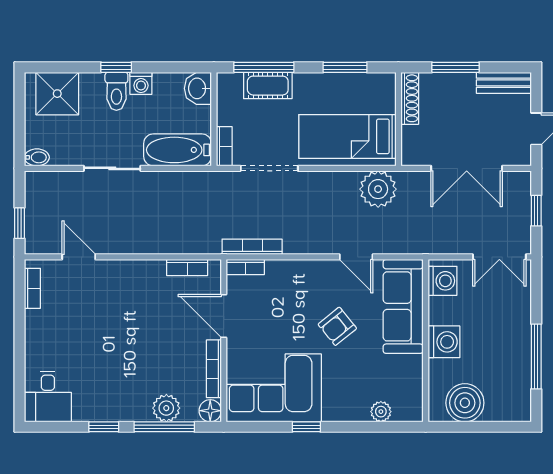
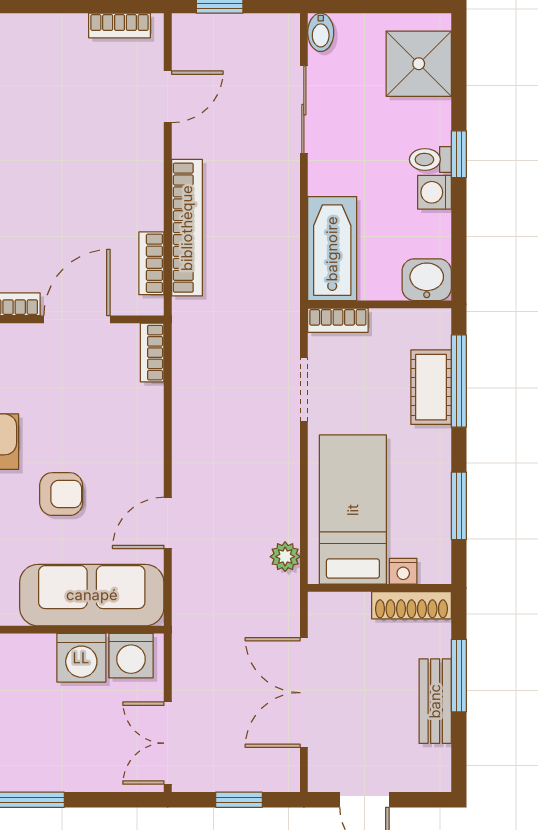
bench: (504, 83) -> (435, 701), moved
toilet: (116, 91) -> (430, 159), width x0.73, depth x0.72
nightstand: (388, 104) -> (403, 571), added
sliding door: (112, 168) -> (304, 110), moved
doorway: (269, 168) -> (304, 389), width x0.73
plant: (378, 189) -> (285, 557), width x0.53, depth x0.53
bookcase: (252, 247) -> (187, 228), moved, width x1.48, depth x1.31
armchair: (337, 326) -> (61, 494), turned 129
washing machine: (444, 342) -> (81, 658), moved

